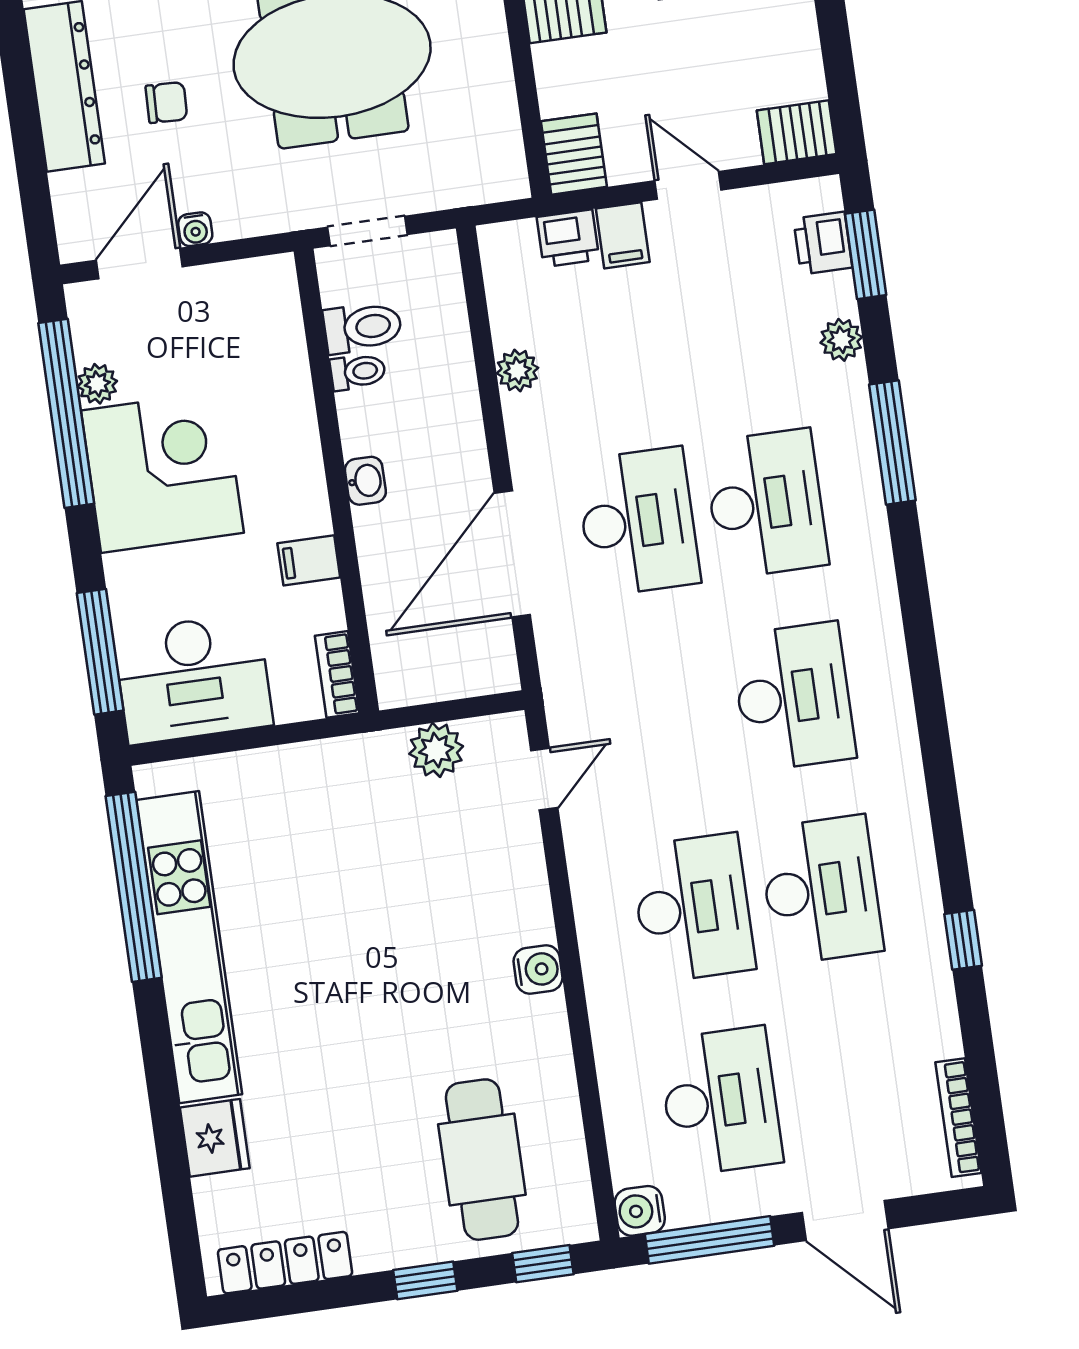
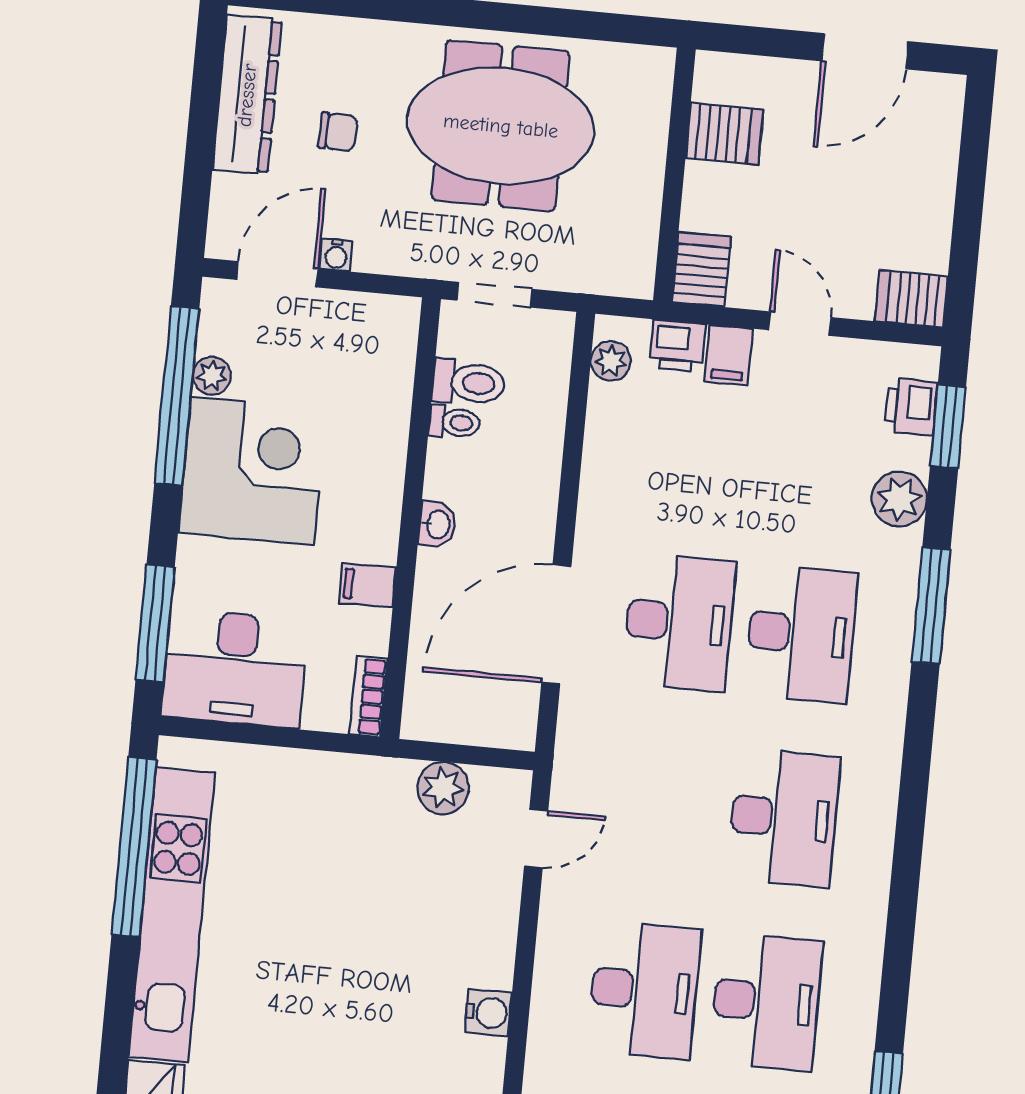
plant: (841, 340) -> (899, 499), width x1.38, depth x1.38
plant: (517, 371) -> (611, 361), moved

